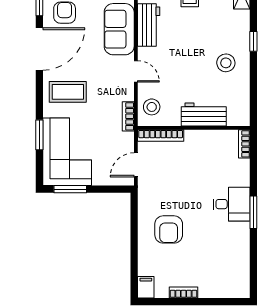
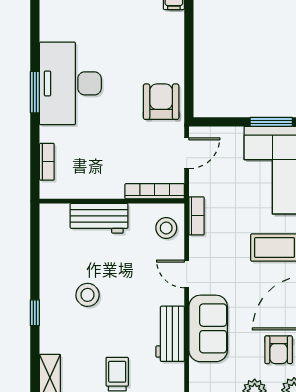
stool: (226, 63) -> (88, 295), moved
bookcase: (244, 144) -> (47, 162), moved
desk: (231, 204) -> (70, 83), width x1.87, depth x1.30
armchair: (169, 229) -> (161, 102), moved

